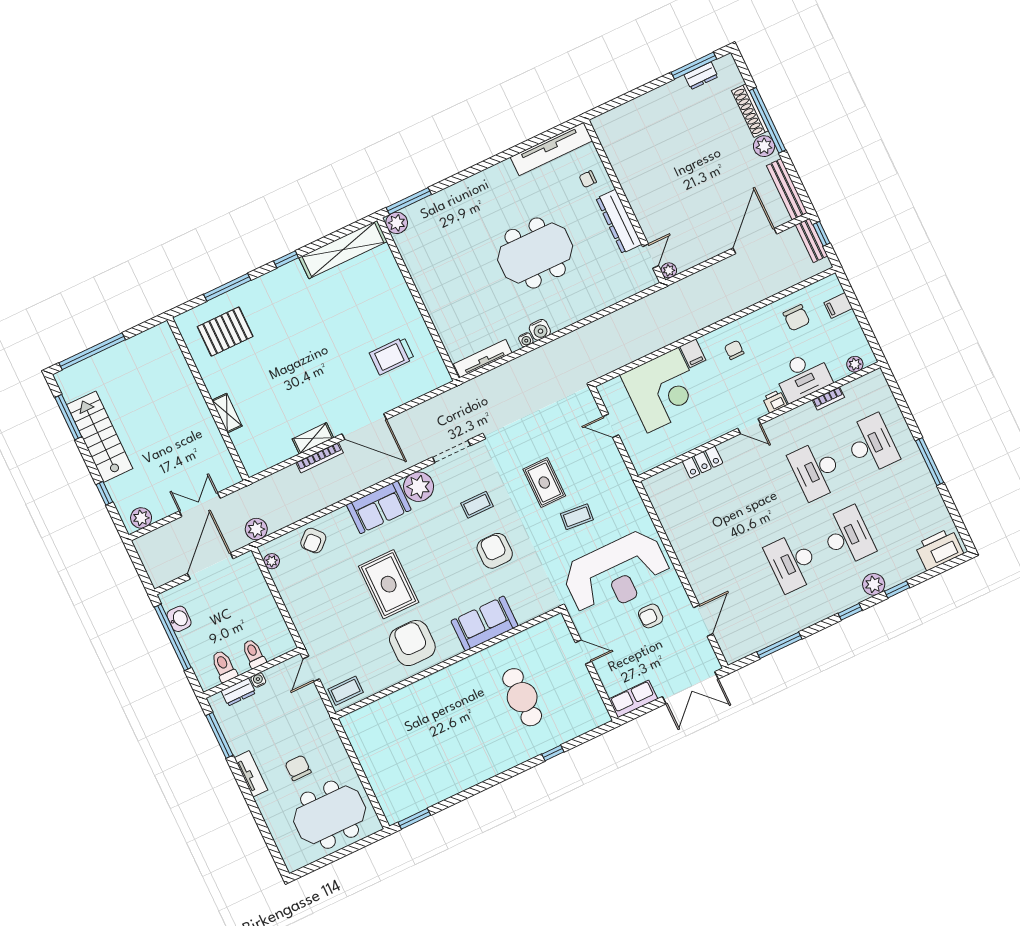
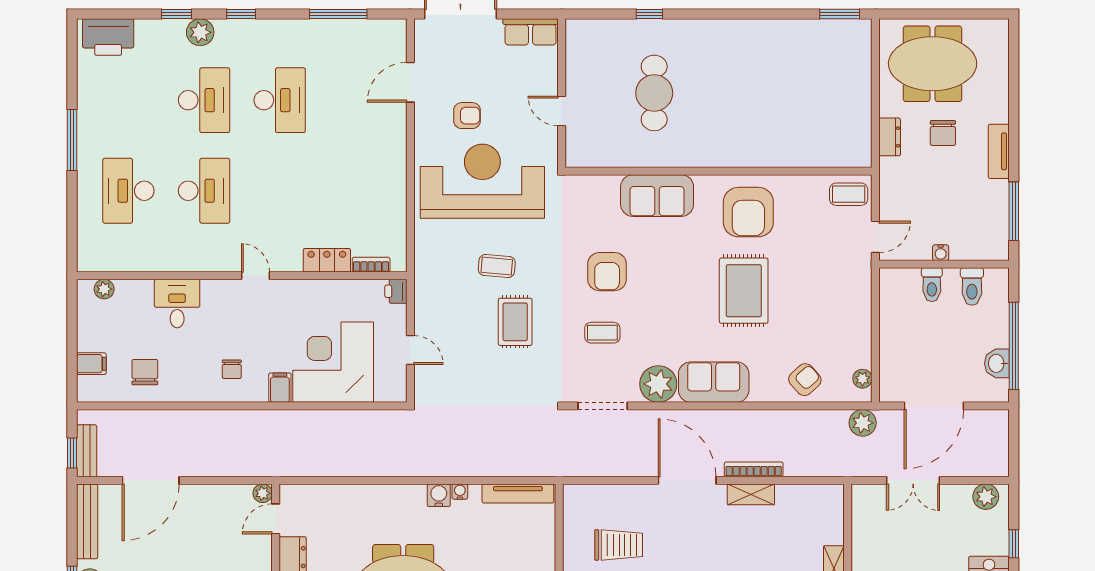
desk: (803, 376) -> (177, 304), width x0.73
bookcase: (828, 399) -> (371, 265), moved
printer: (775, 401) -> (396, 291), moved, turned 90
desk: (847, 536) -> (204, 100), turned 180
dresser: (238, 692) -> (890, 137), moved, turned 90

